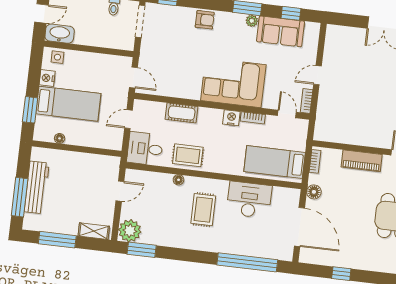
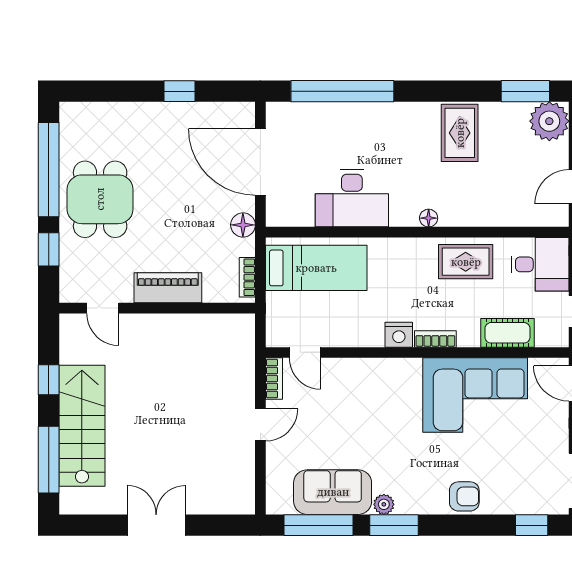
window: (291, 13) -> (319, 525), width x2.17
armchair: (205, 20) -> (464, 496), turned 180
corner sofa: (233, 83) -> (475, 395), moved
cot: (182, 113) -> (508, 333), moved
bookcase: (253, 118) -> (435, 339), moved
floor lamp: (178, 180) -> (429, 218), moved
rug: (203, 210) -> (460, 133), moved

